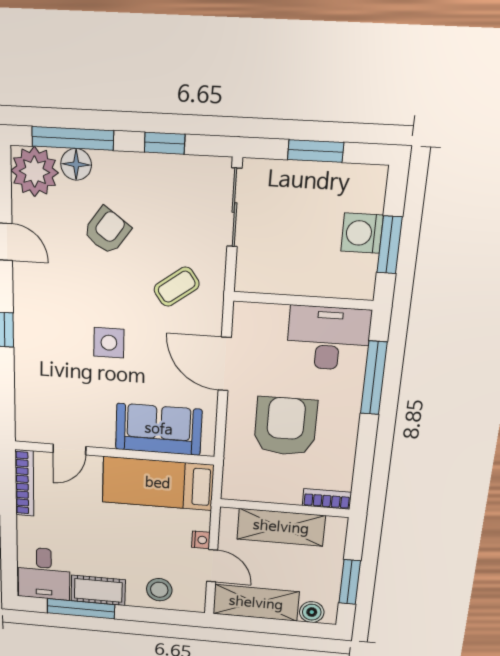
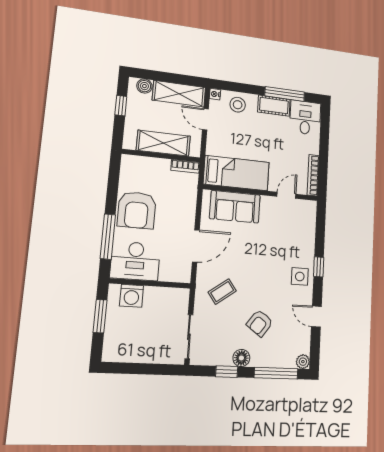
window: (316, 151) -> (143, 369), removed
floor lamp: (76, 164) -> (241, 358), moved
plant: (34, 172) -> (303, 362), width x0.53, depth x0.53
washing machine: (362, 233) -> (132, 296), moved, turned 90
side table: (109, 343) -> (300, 276), moved
door: (225, 364) -> (196, 246), hinge flipped
armchair: (285, 426) -> (137, 210), moved
bookcase: (327, 499) -> (185, 166), moved
nightstand: (201, 540) -> (215, 94), moved
window: (350, 582) -> (121, 106), width x0.67

